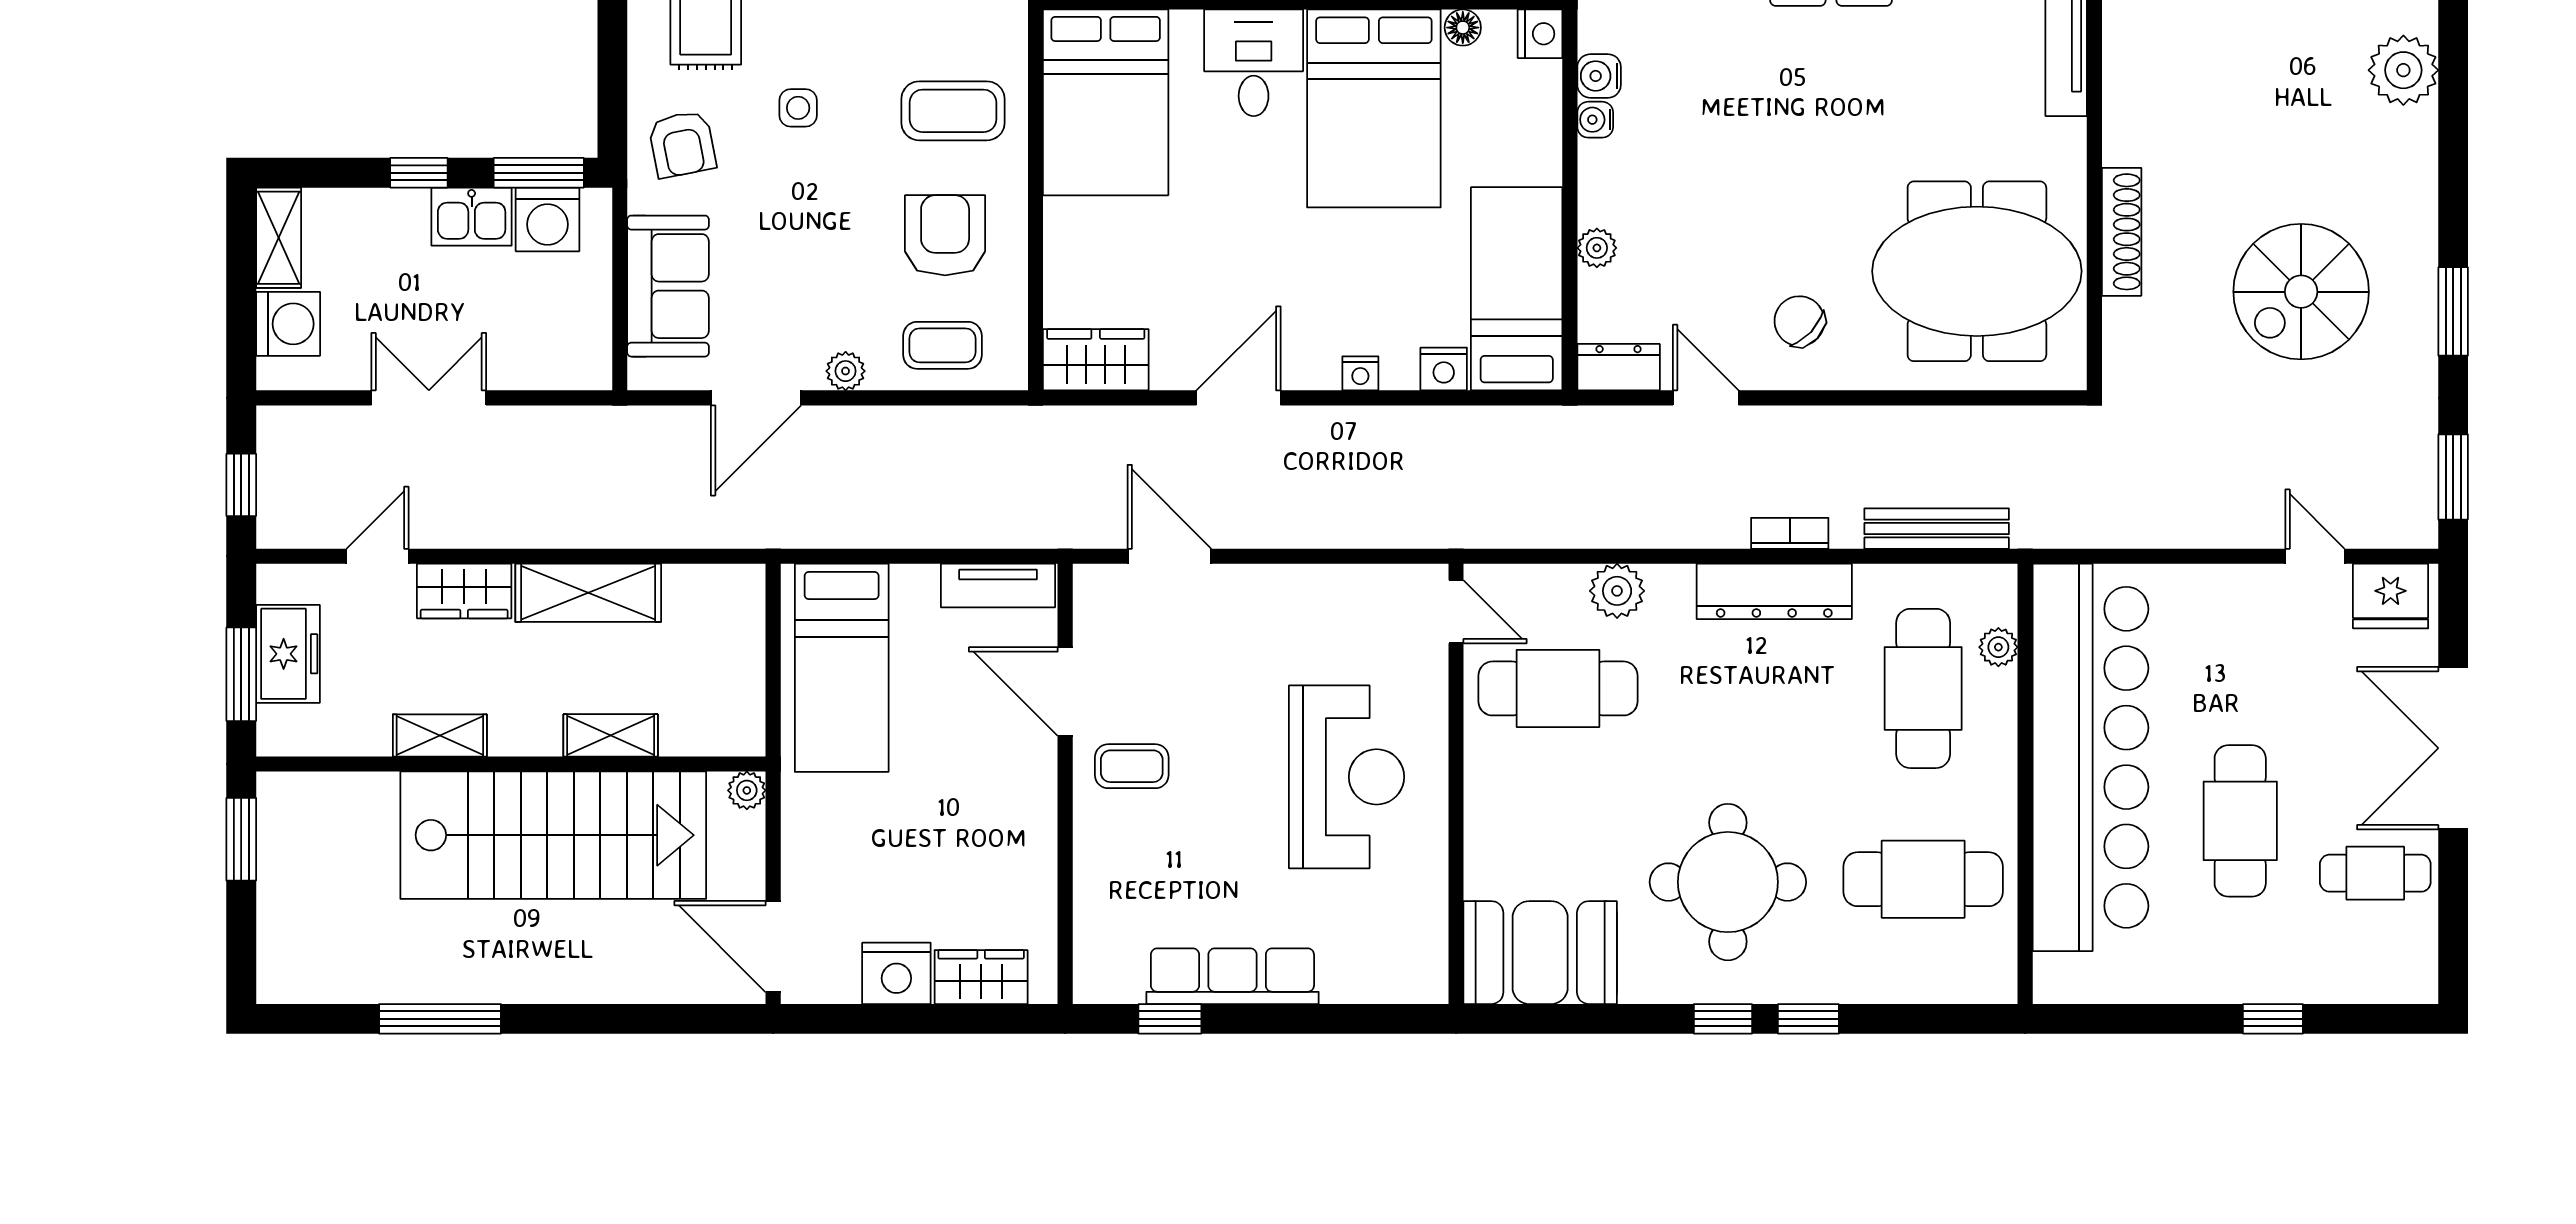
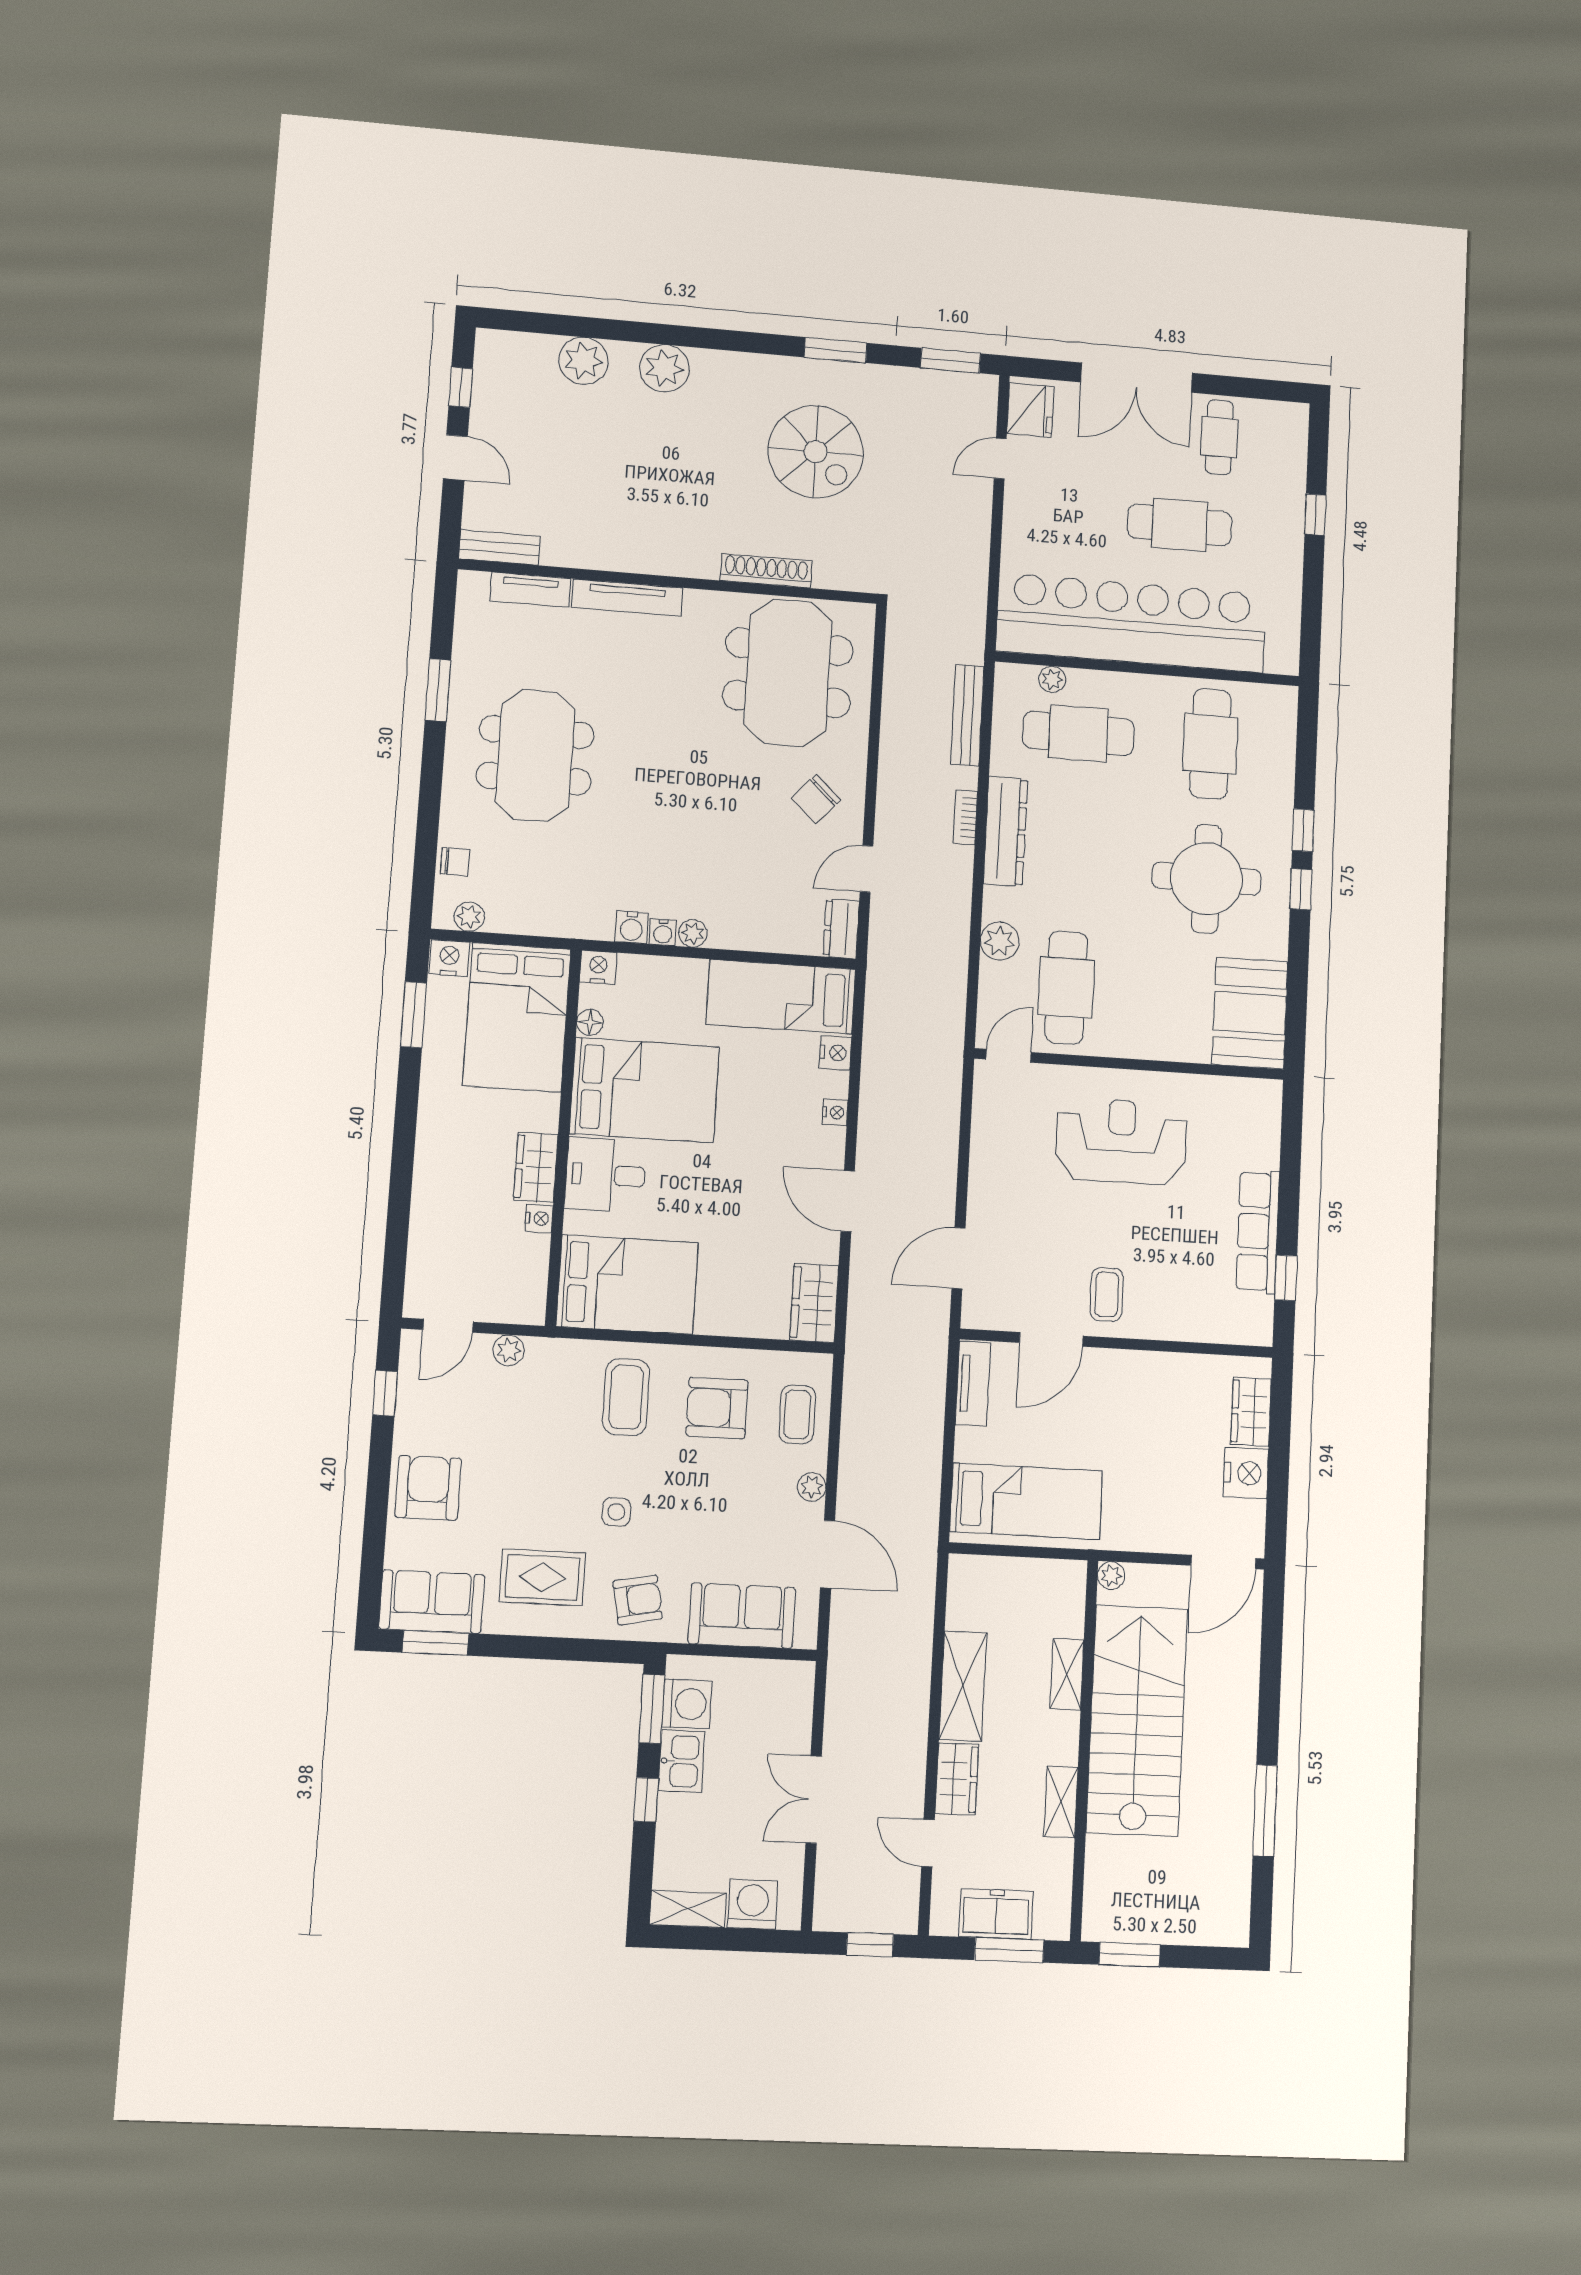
plant: (1597, 248) -> (693, 933), moved

